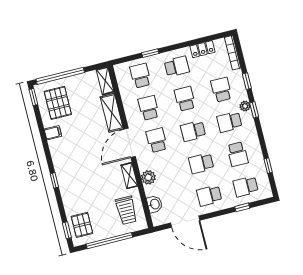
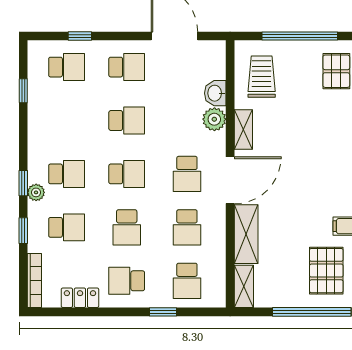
school desk: (221, 90) -> (67, 227), turned -90
school desk: (238, 154) -> (67, 120), removed
washbasin: (155, 204) -> (215, 93), moved

